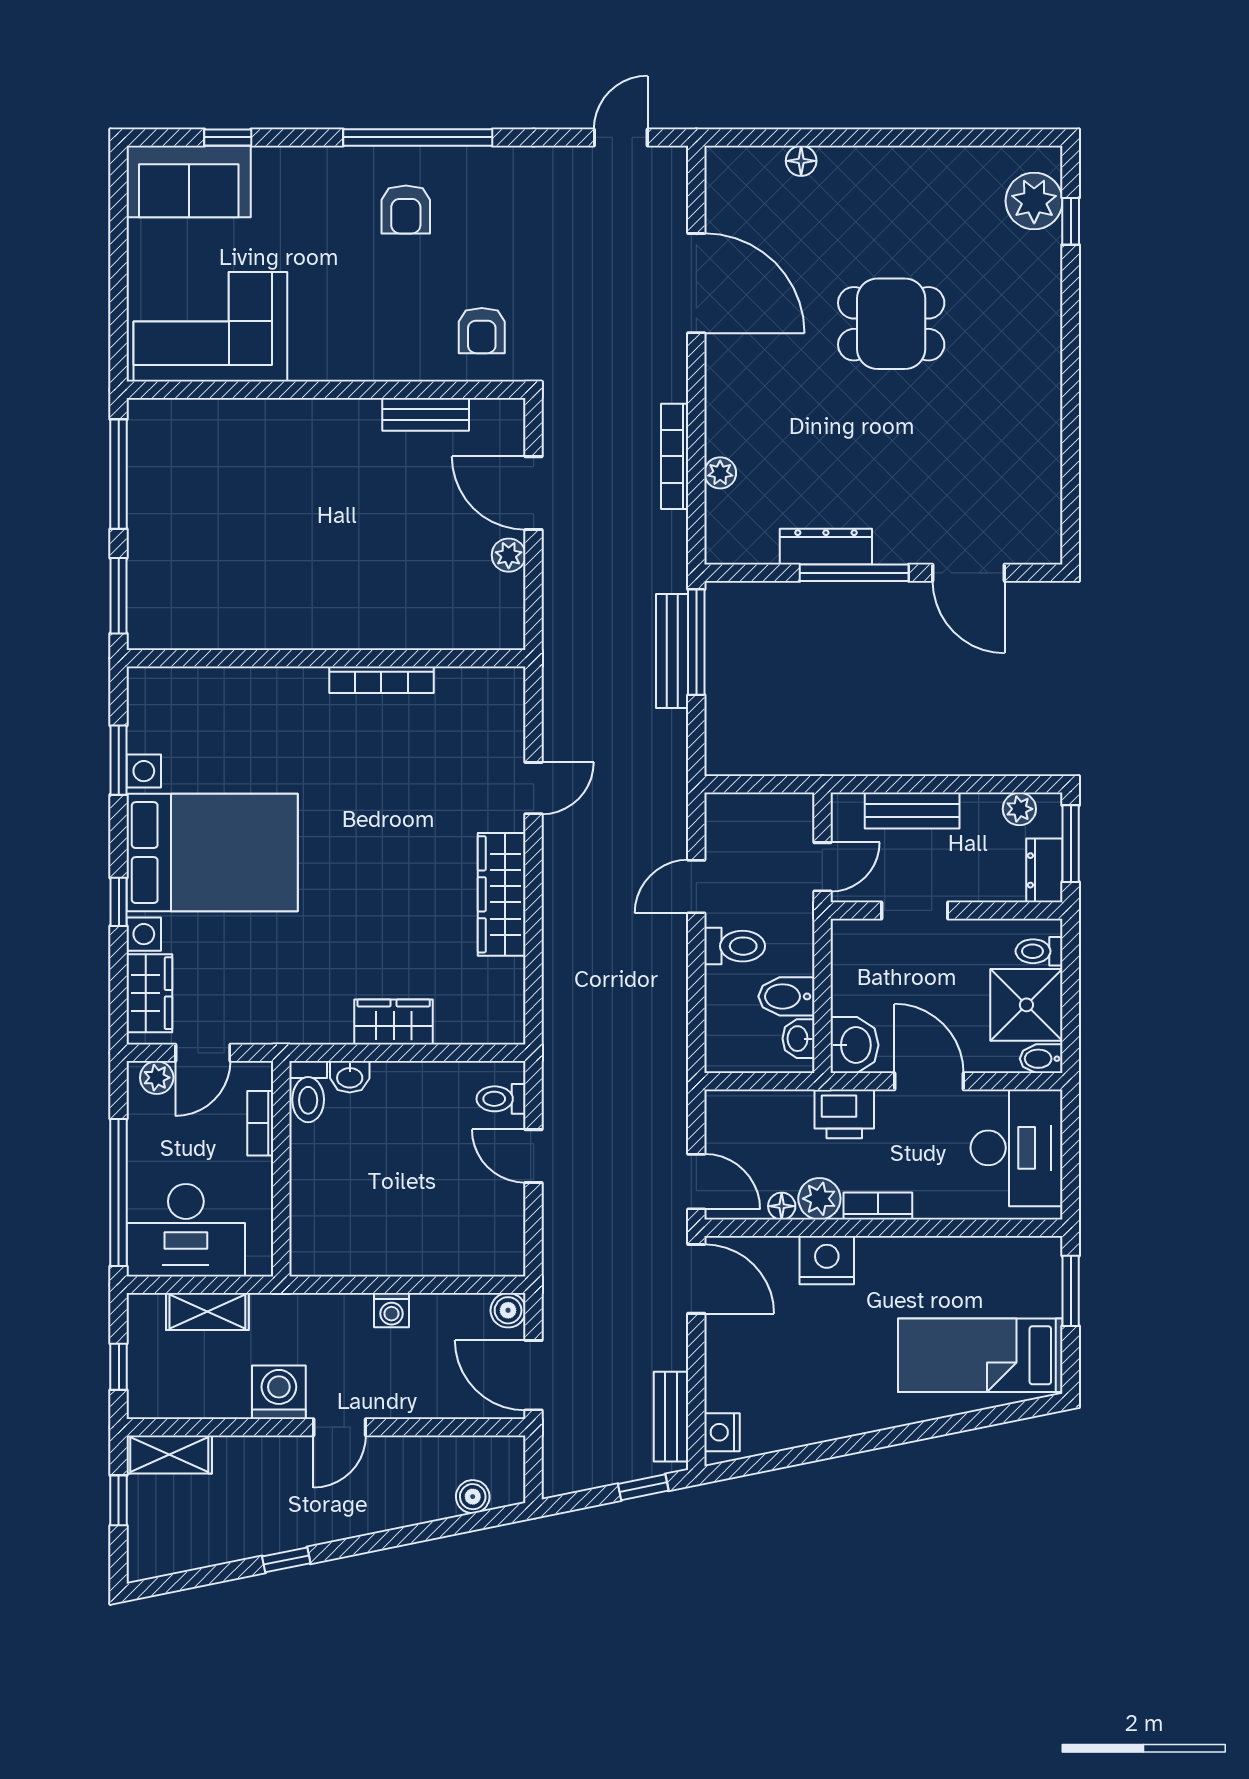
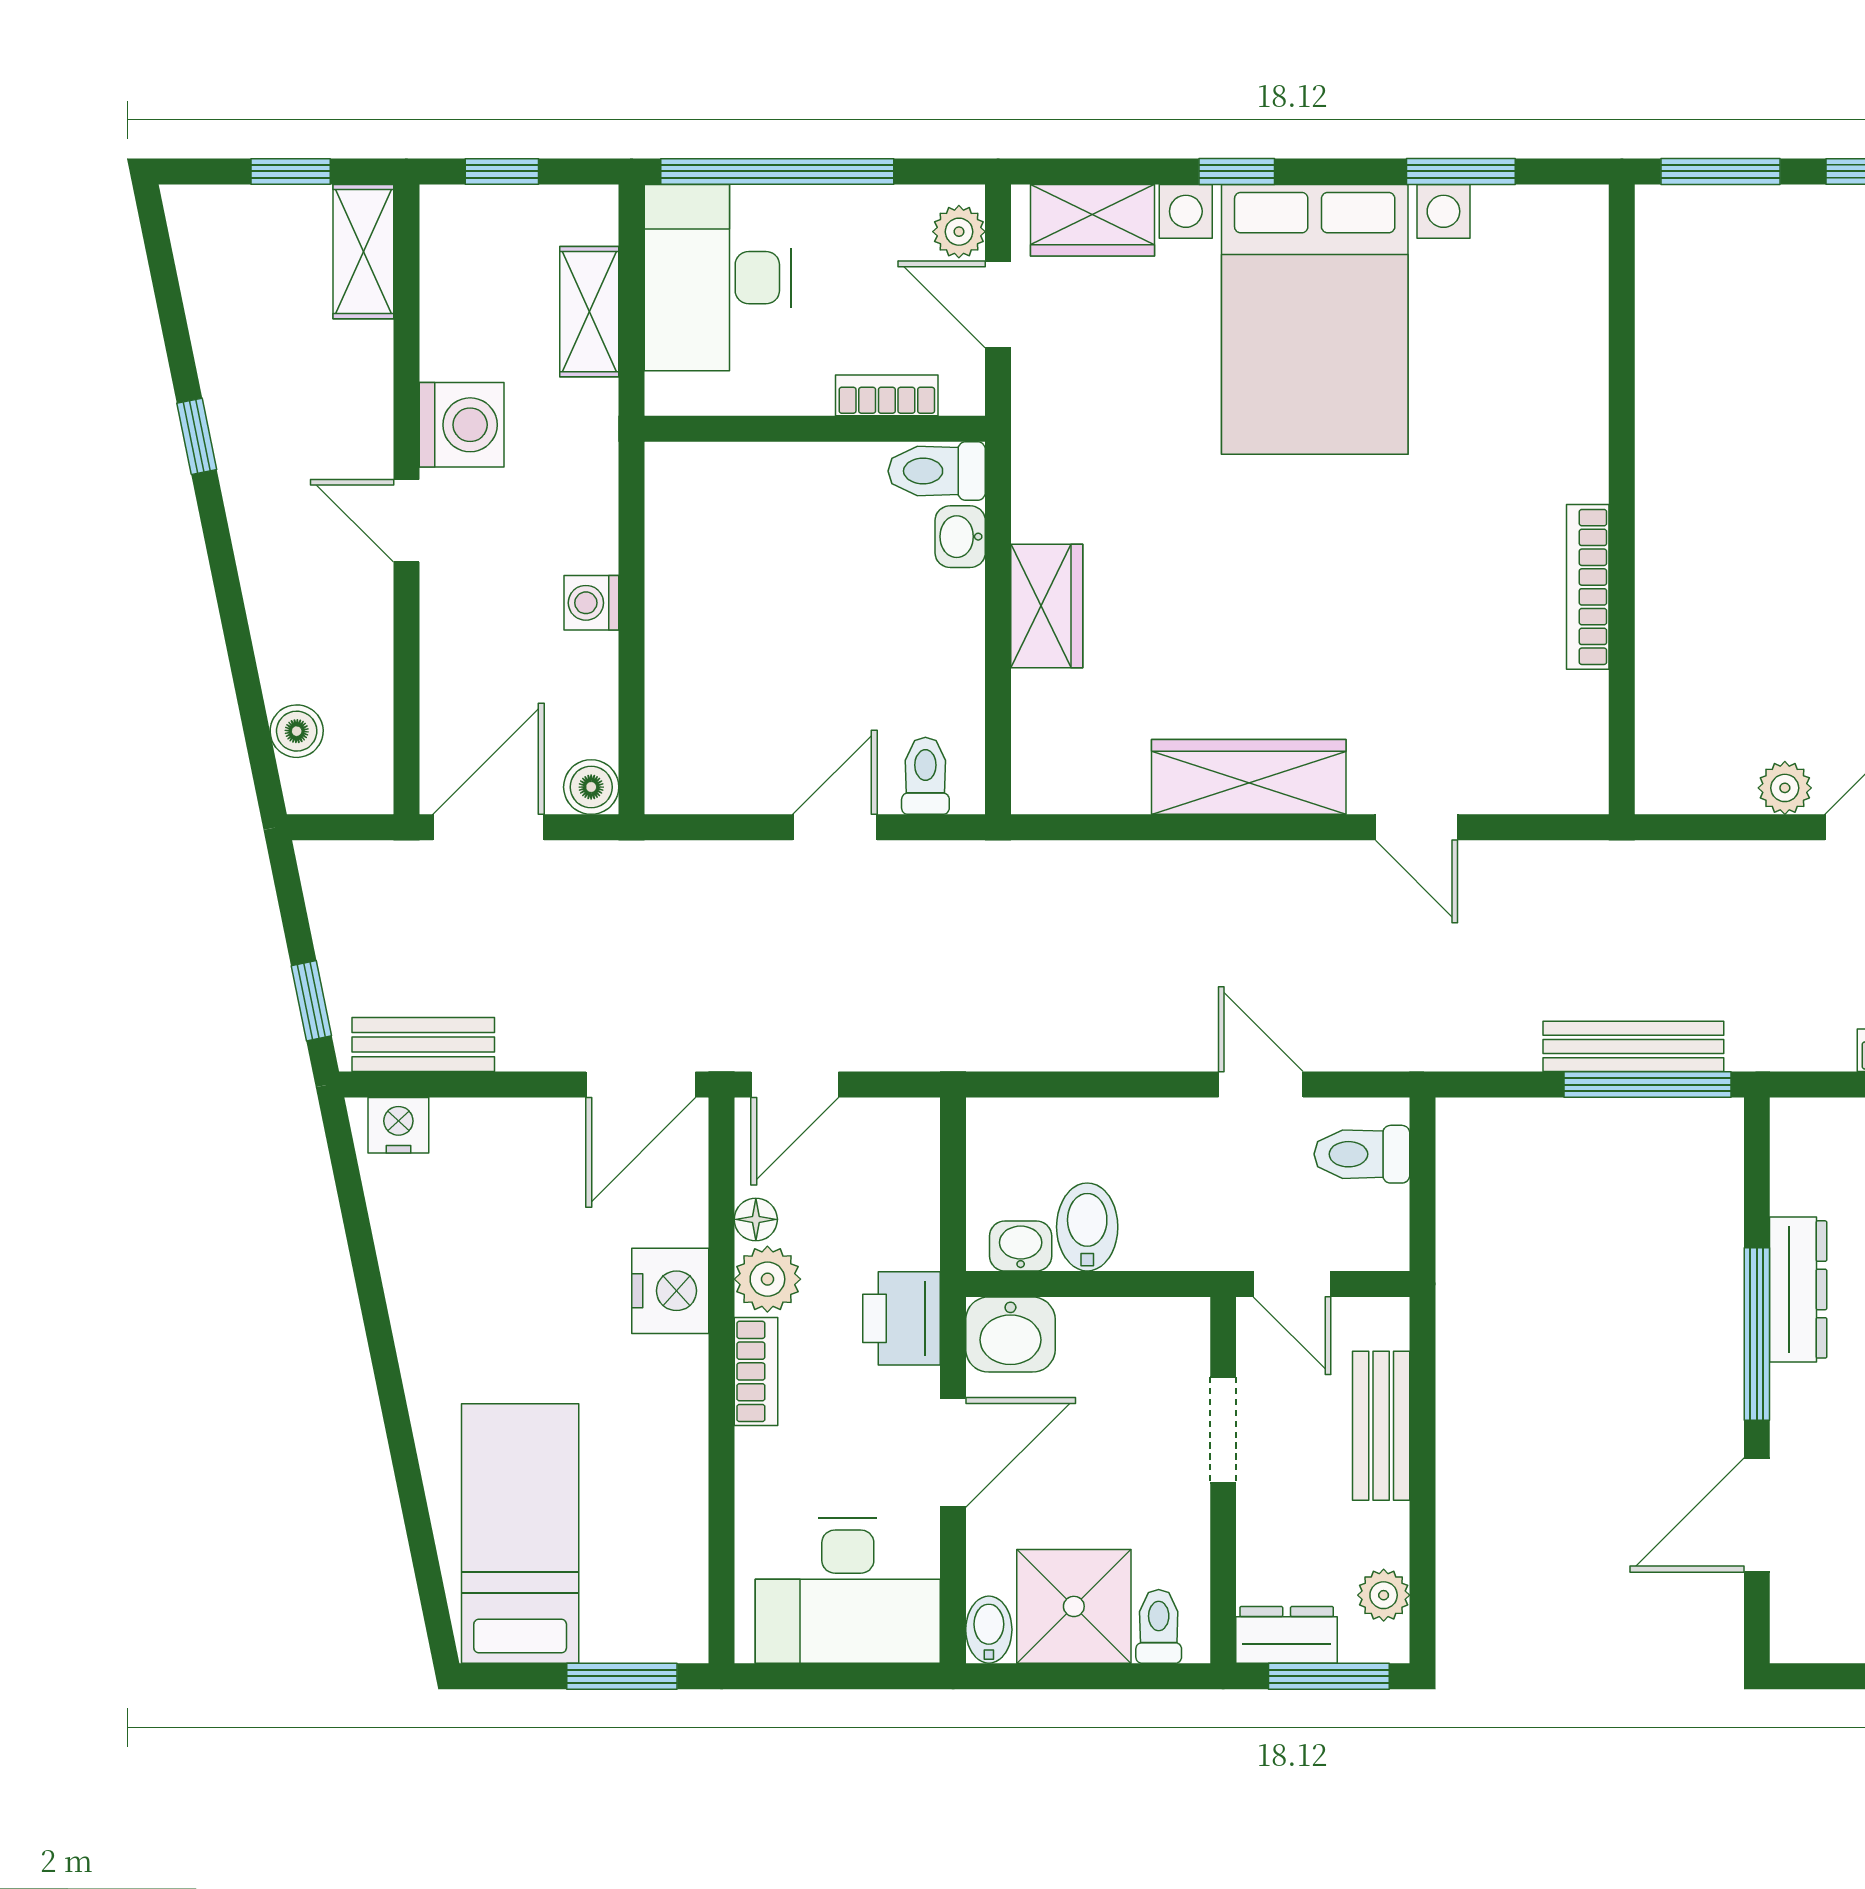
toilet: (735, 946) -> (1362, 1154), moved, turned 90

